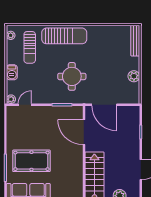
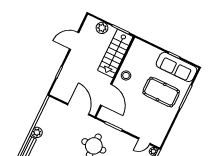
plant: (134, 76) -> (37, 132), moved
stool: (74, 160) -> (126, 76), added

